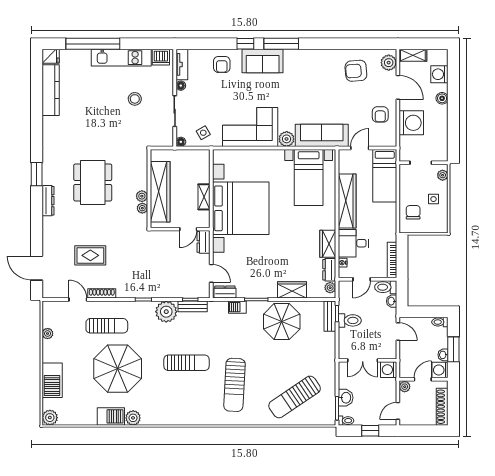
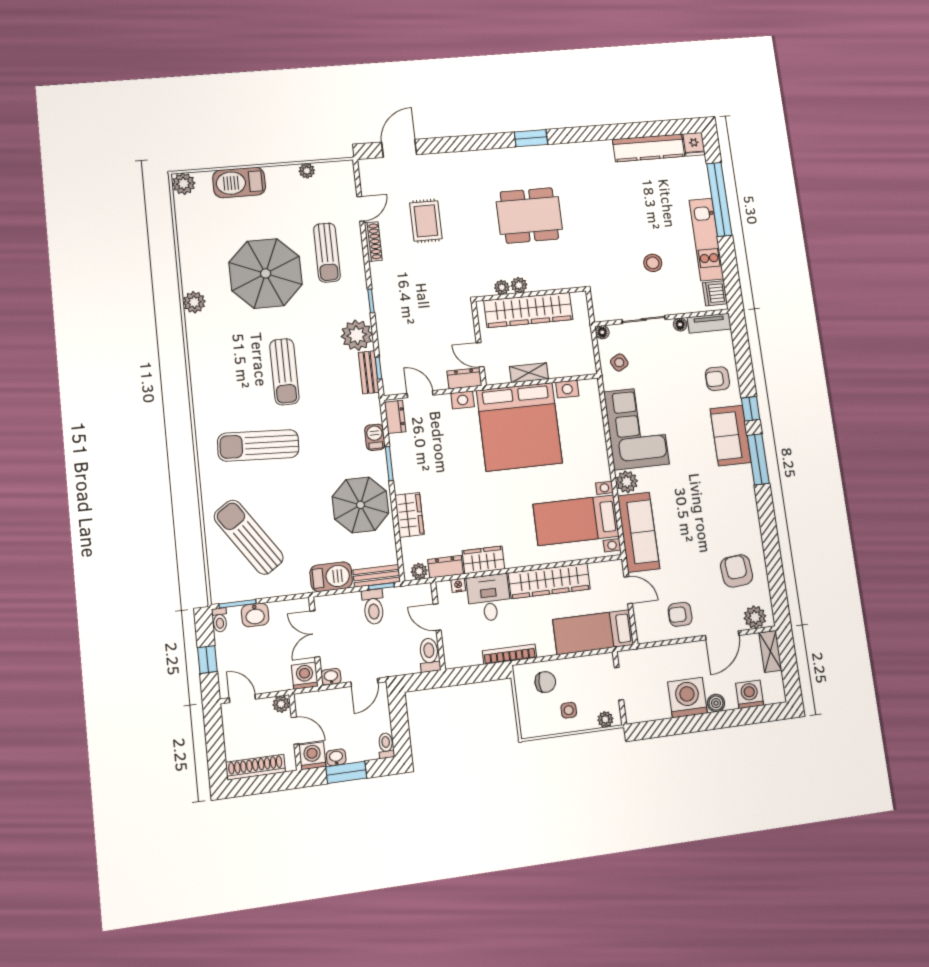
washing machine: (411, 123) -> (687, 698), moved, turned 180
dresser: (48, 201) -> (496, 156), removed
bookcase: (392, 260) -> (509, 654), moved
door: (211, 273) -> (420, 394), swing flipped
washbasin: (392, 301) -> (331, 677), moved
barbecue: (111, 416) -> (331, 577), moved, turned -90

